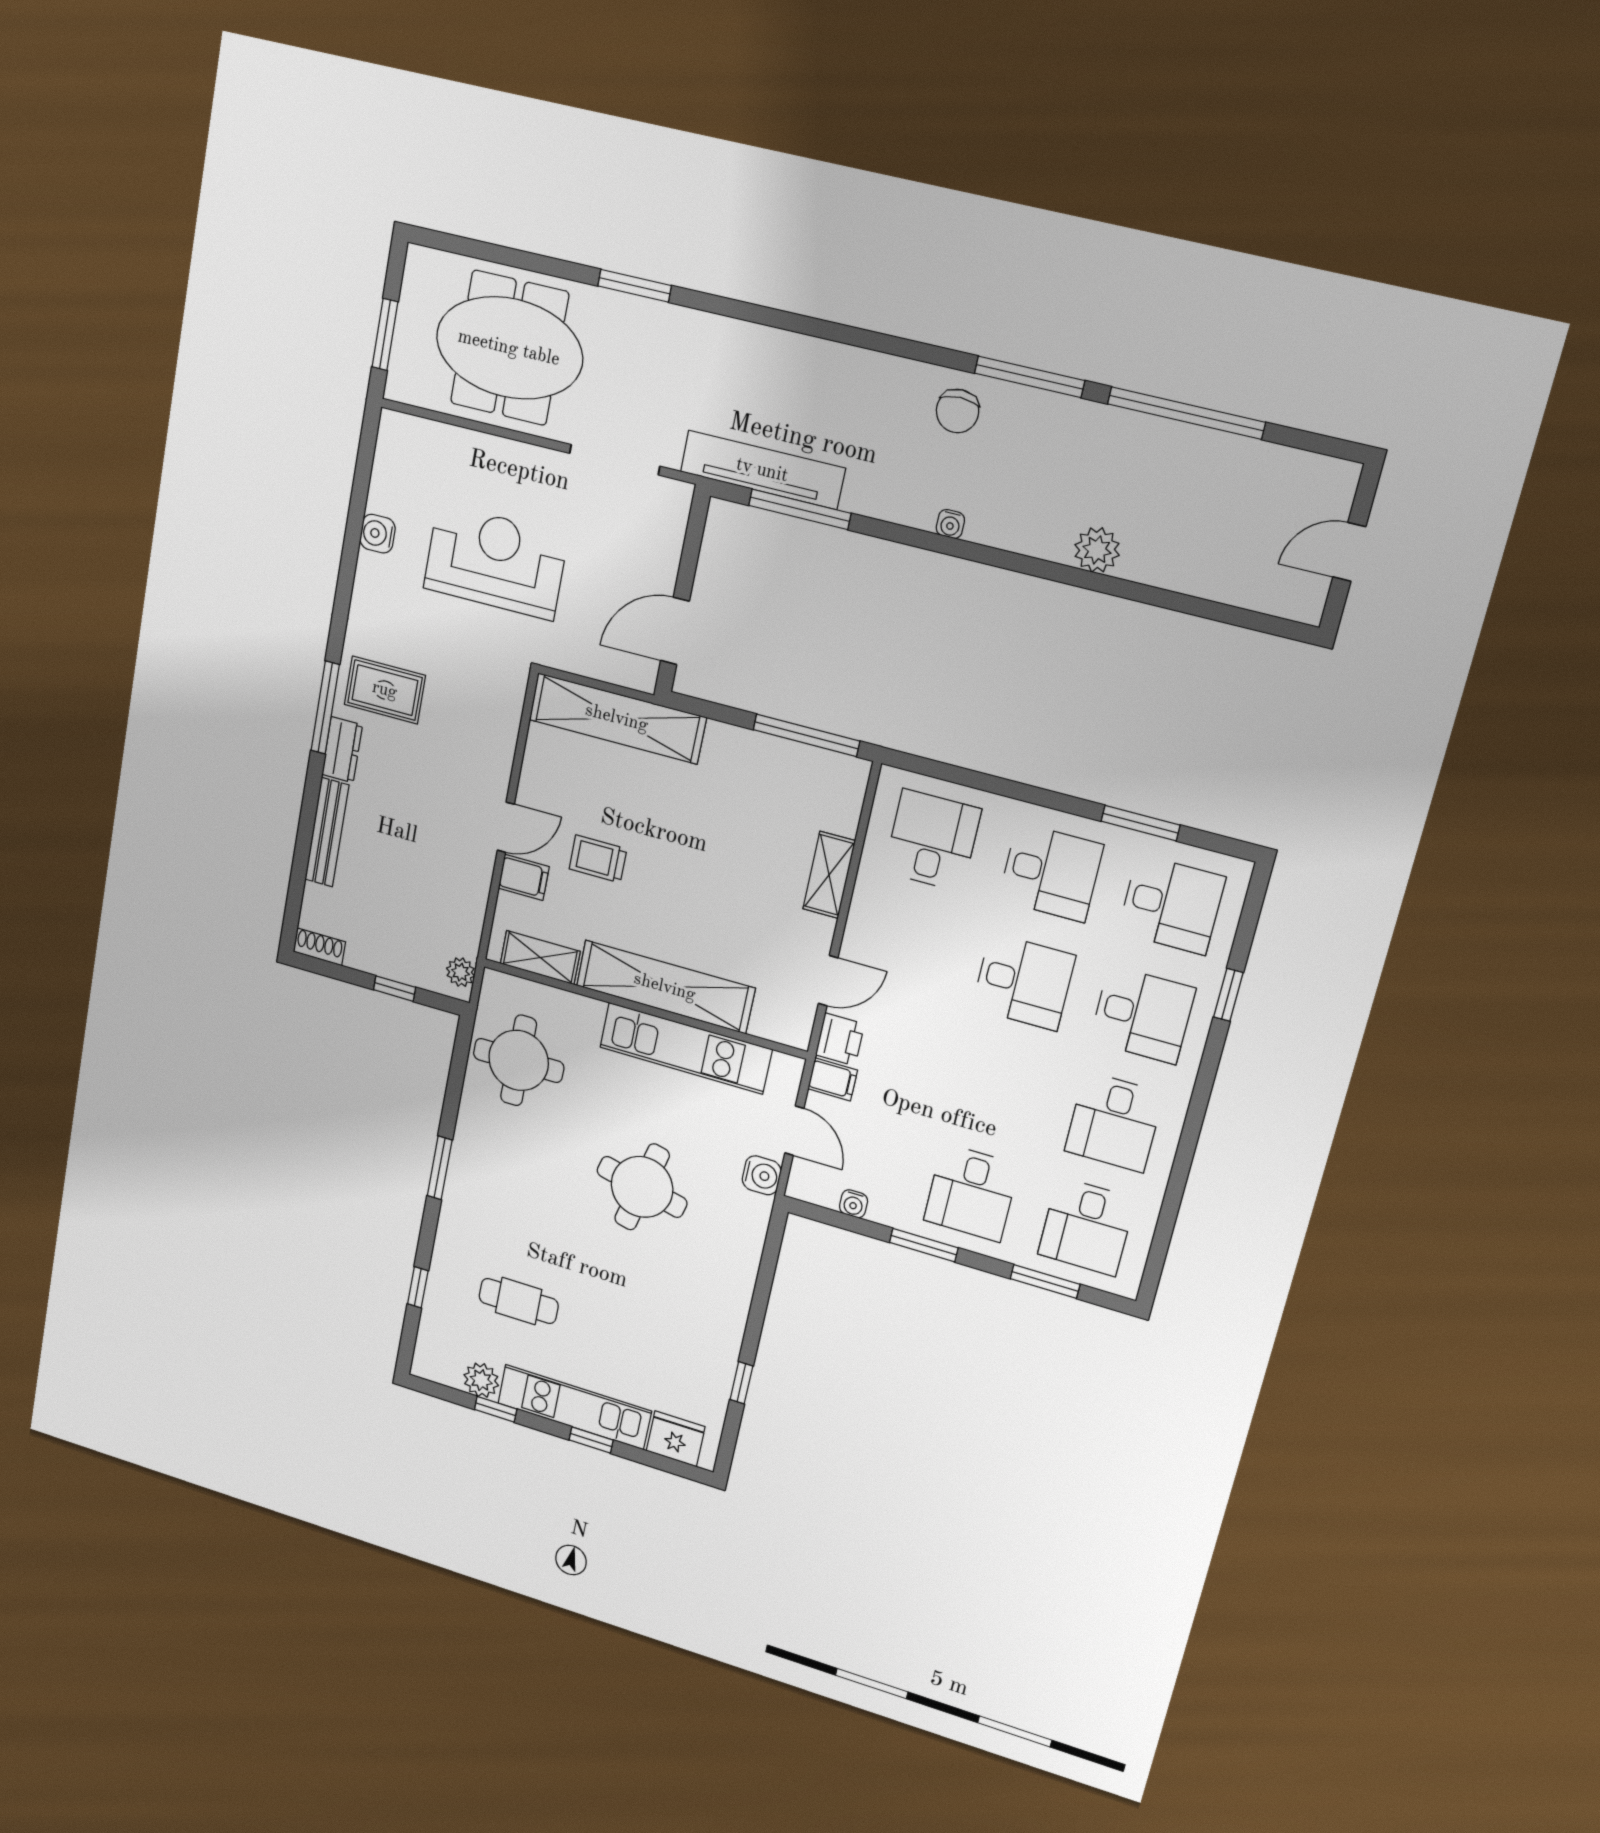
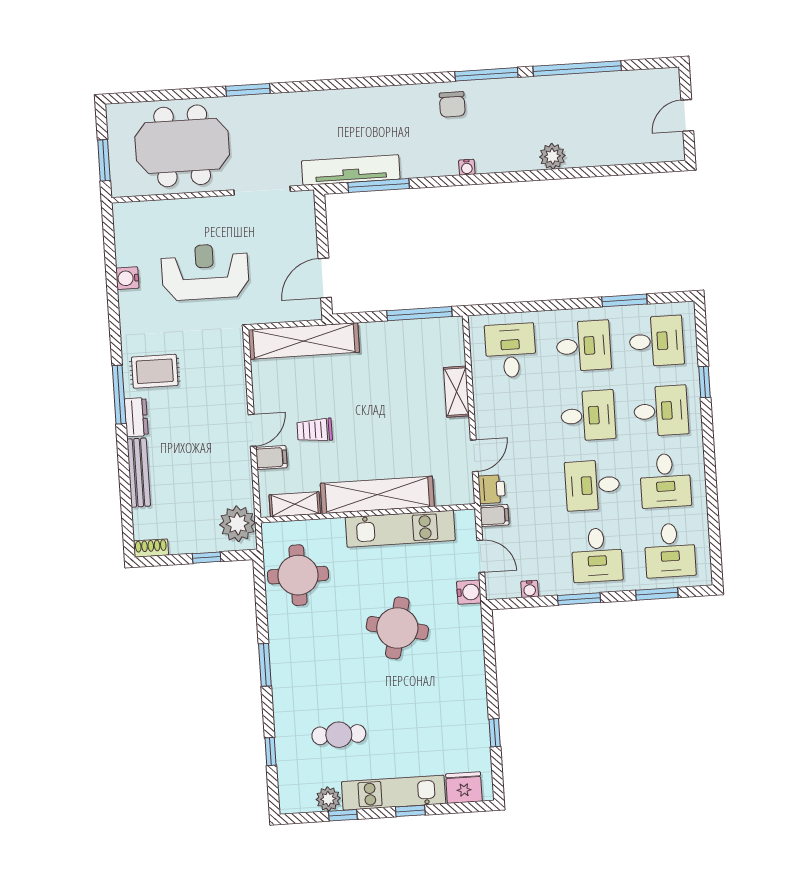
plant: (461, 972) -> (238, 524), width x1.87, depth x1.87
desk: (997, 1088) -> (592, 485), added

